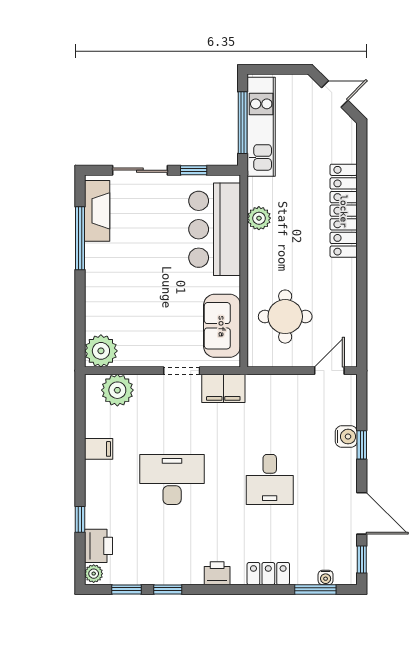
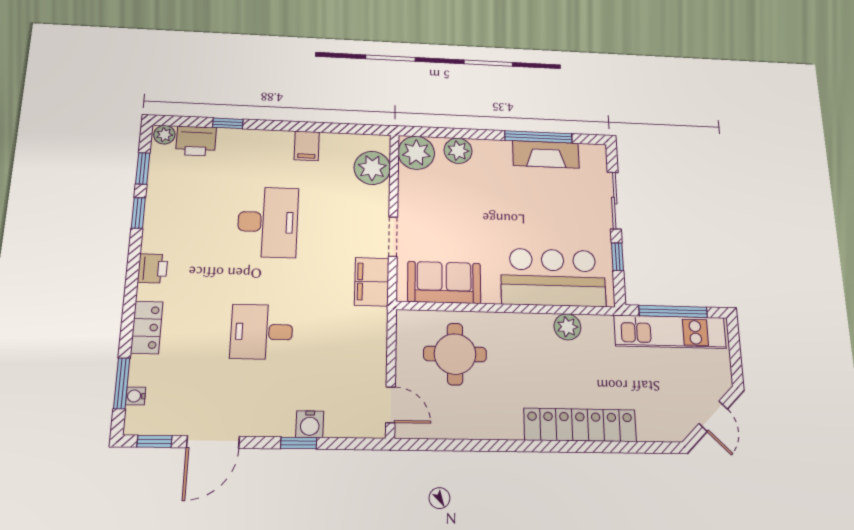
fireplace: (97, 211) -> (546, 154), moved
plant: (97, 313) -> (458, 151), added

